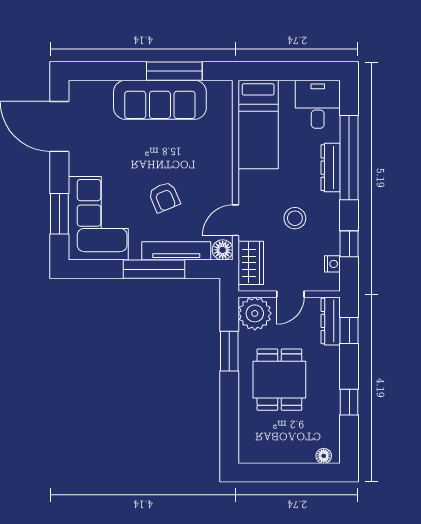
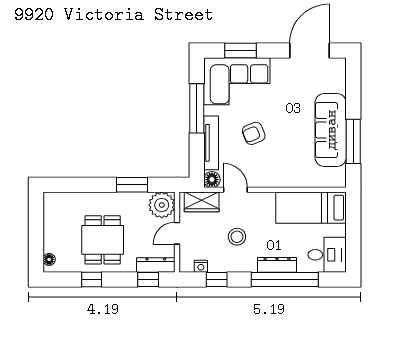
window: (154, 269) -> (197, 108), moved
door: (290, 294) -> (177, 233), hinge flipped
dining table: (279, 380) -> (103, 240), moved, turned 90

